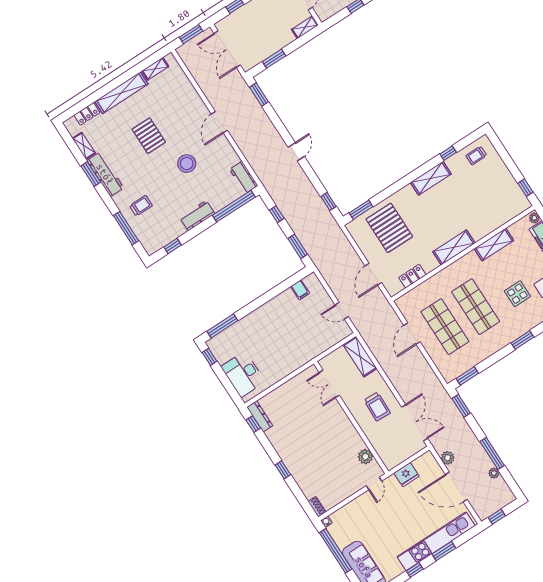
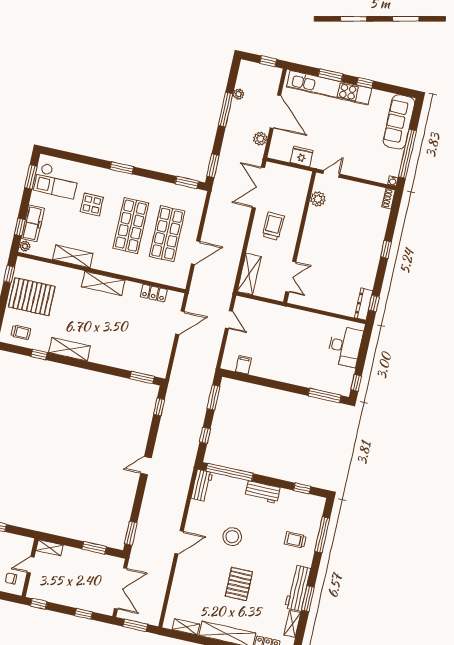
pallet: (389, 228) -> (32, 297), moved, turned 90

